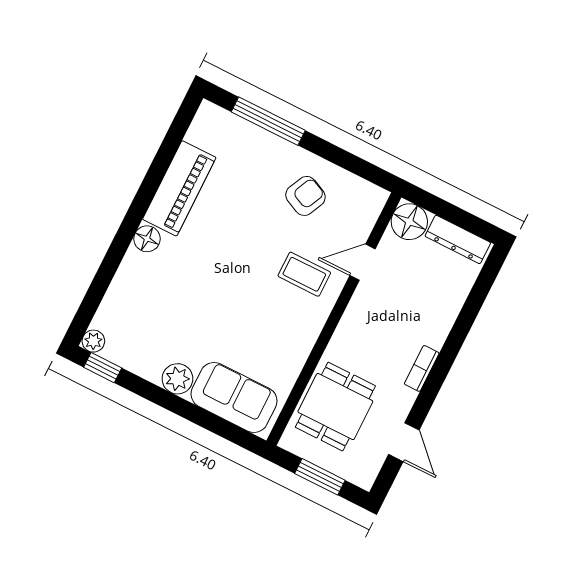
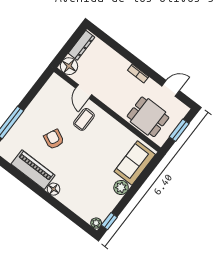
armchair: (305, 196) -> (54, 139), moved

